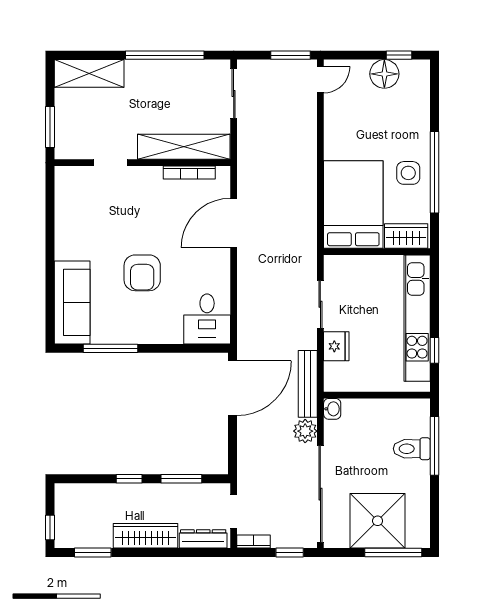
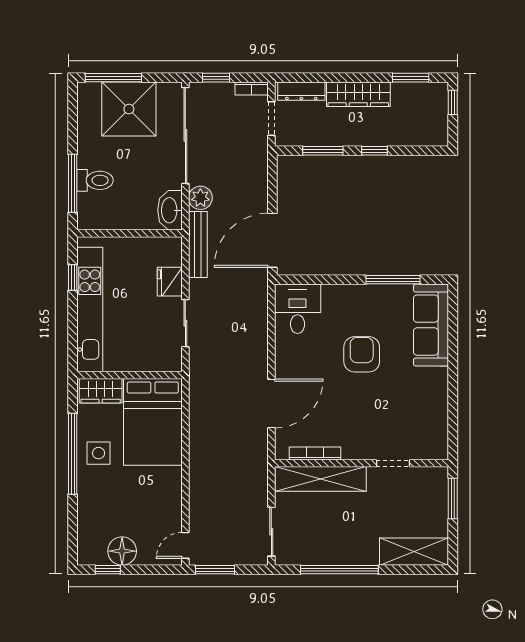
washbasin: (332, 409) -> (170, 210), width x1.91, depth x1.45

